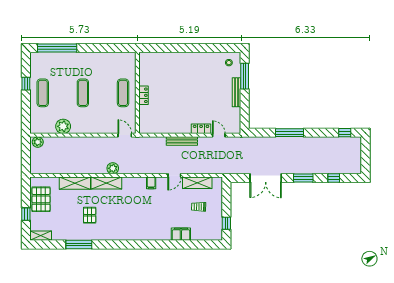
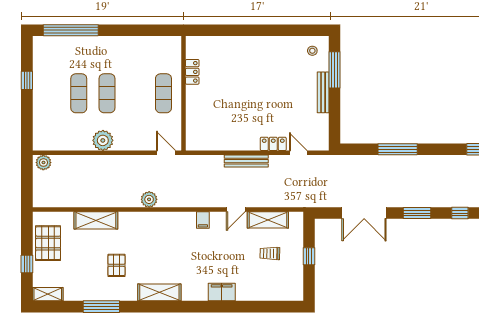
exercise mat: (43, 93) -> (79, 93), moved
locker: (144, 95) -> (192, 72), moved
plant: (63, 126) -> (103, 140), moved
shelving: (106, 183) -> (159, 292), moved
window: (226, 223) -> (309, 256), moved
filing cabinet: (181, 234) -> (222, 292), moved

